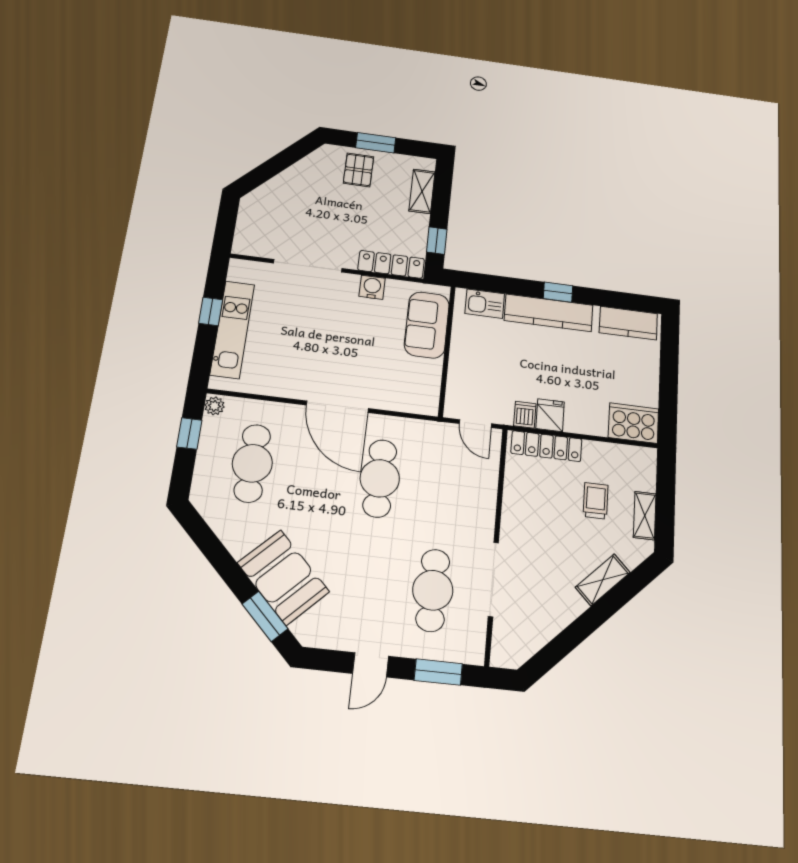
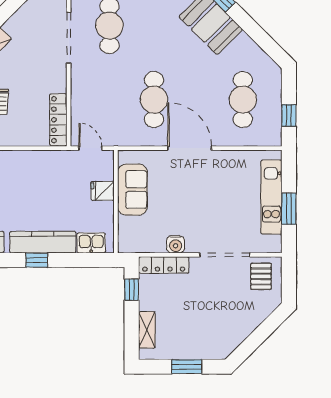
pallet: (359, 170) -> (261, 276), moved
window: (211, 311) -> (289, 209), width x1.50
sofa: (427, 325) -> (132, 190), moved
plant: (214, 406) -> (275, 138), removed
dishwasher: (525, 415) -> (55, 160), removed
fridge: (550, 415) -> (103, 191), moved, turned 90
locker: (546, 446) -> (58, 120), moved, turned -90

